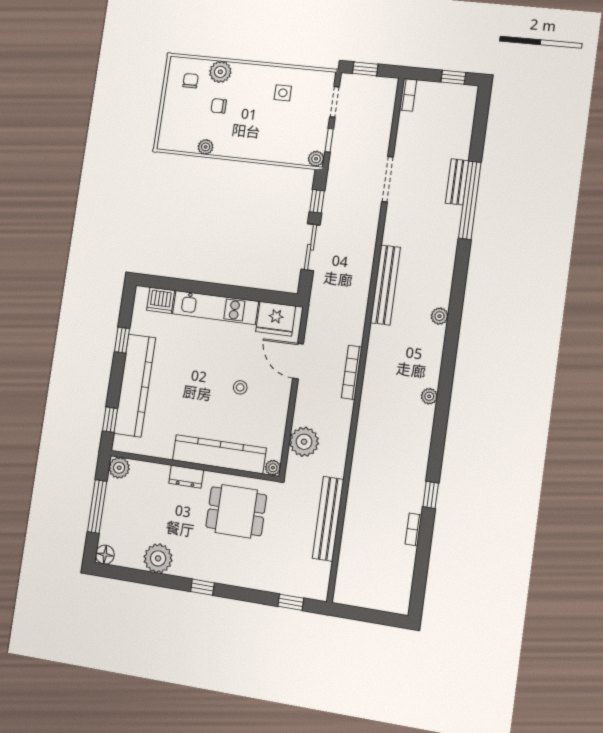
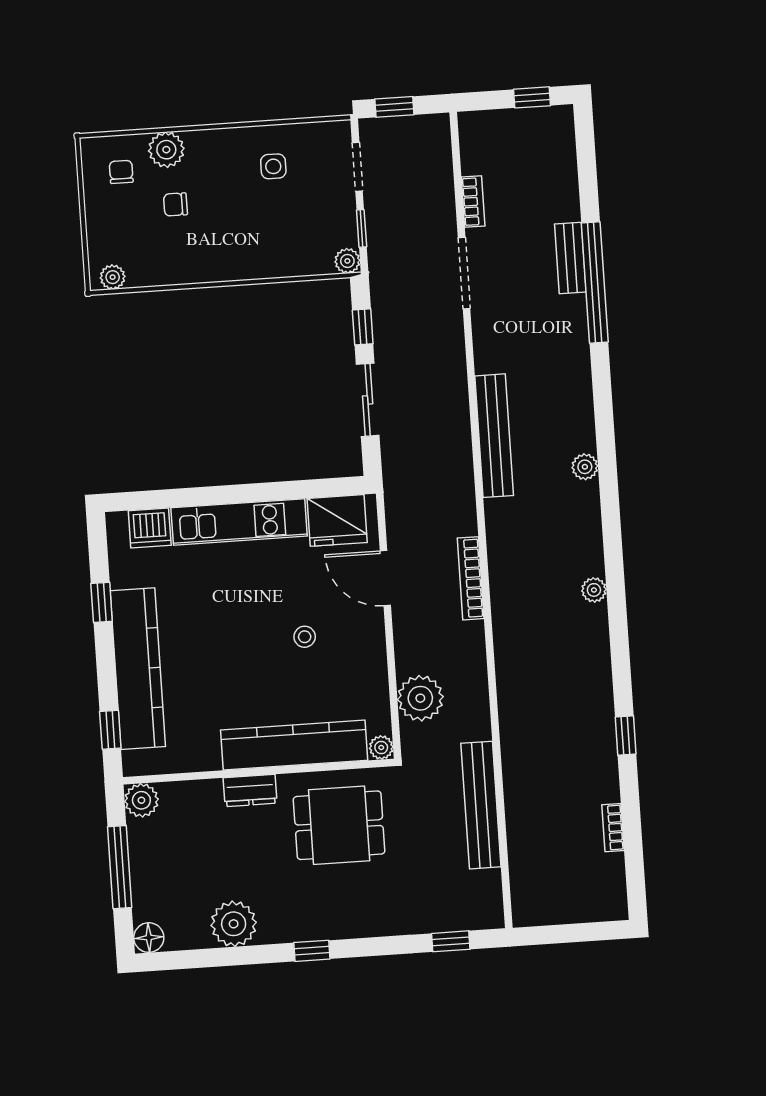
bookcase: (408, 95) -> (473, 202), moved
plant: (206, 147) -> (113, 277), moved
bookcase: (413, 530) -> (613, 828), moved

